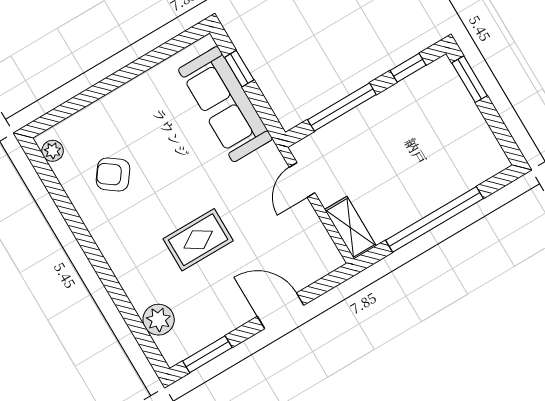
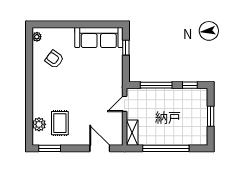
window: (470, 79) -> (211, 116), moved
sofa: (225, 104) -> (99, 38), moved, turned -90
rug: (198, 240) -> (60, 123), moved, turned 90
door: (281, 311) -> (100, 148), moved

